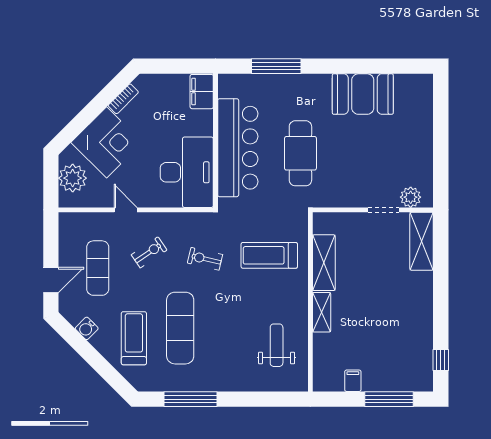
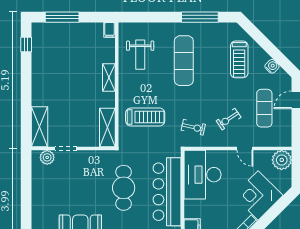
plant: (73, 178) -> (282, 160), moved
exercise bike: (205, 259) -> (193, 127), moved
shelving: (324, 263) -> (107, 128), moved
exercise mat: (180, 328) -> (184, 61), moved
filing cabinet: (353, 381) -> (110, 30), moved

